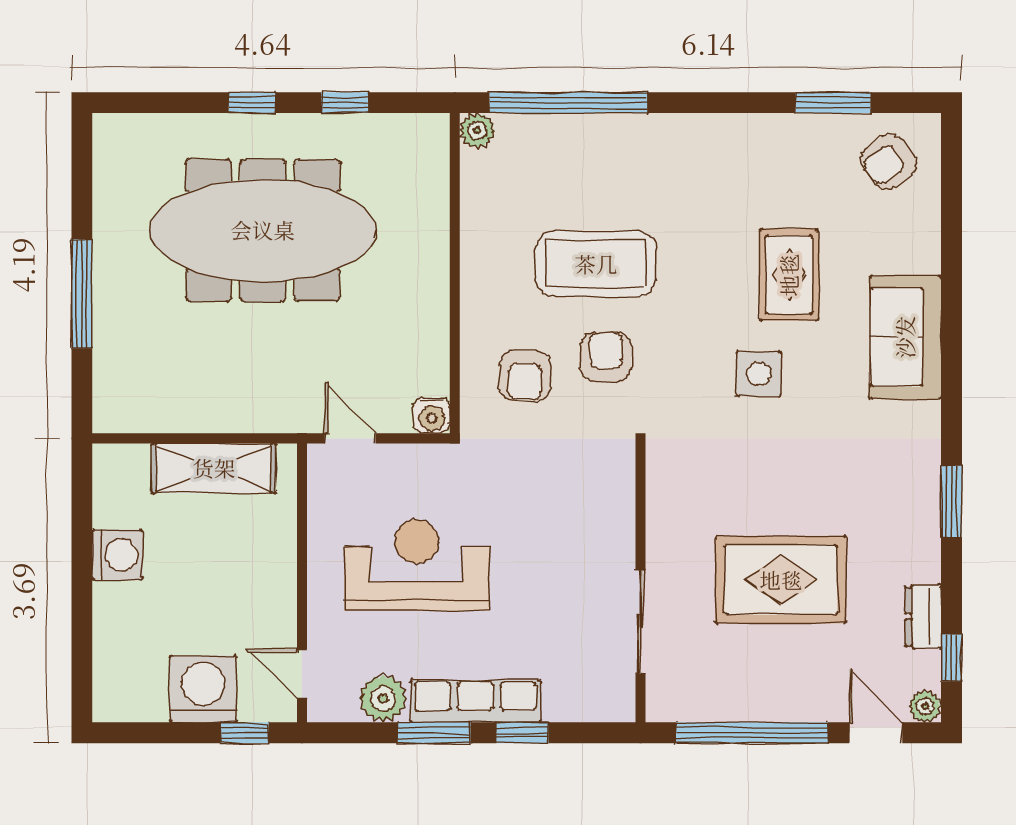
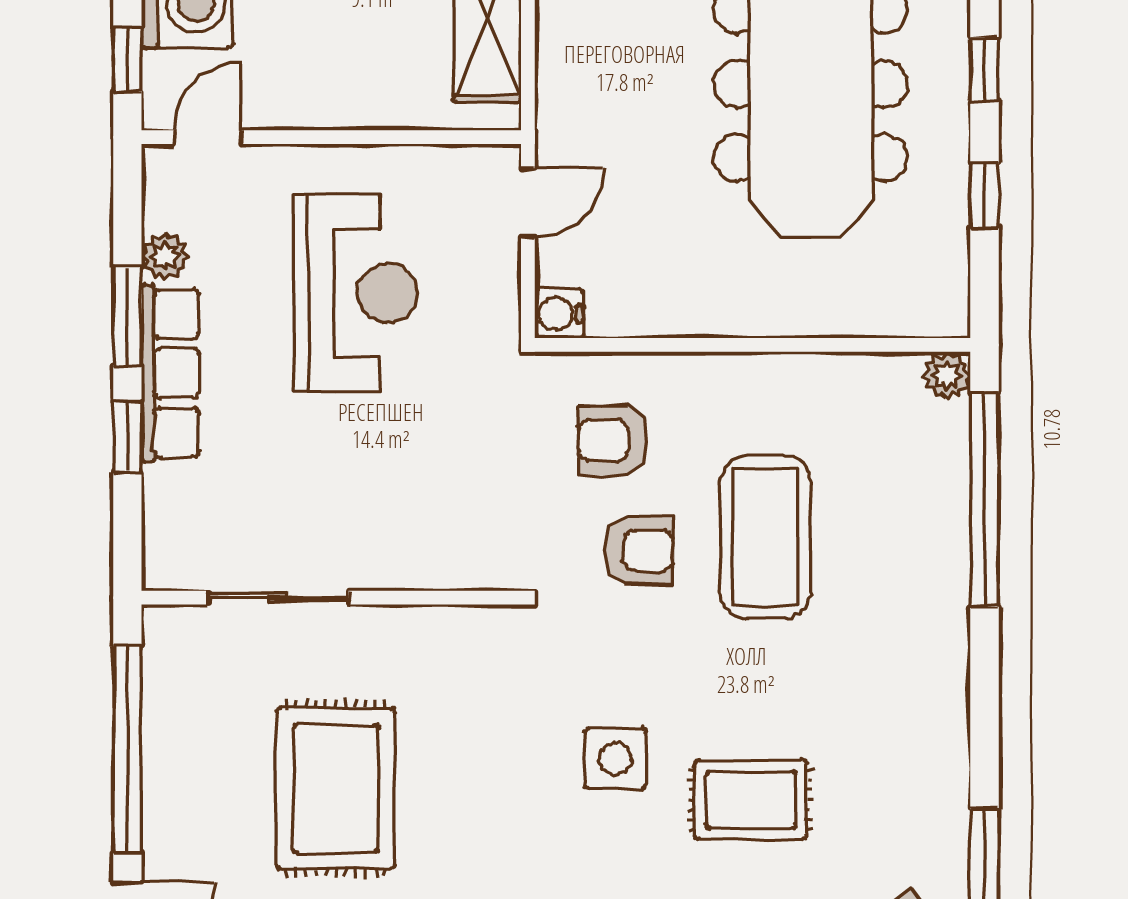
plant: (383, 699) -> (165, 256), width x0.73, depth x0.73

